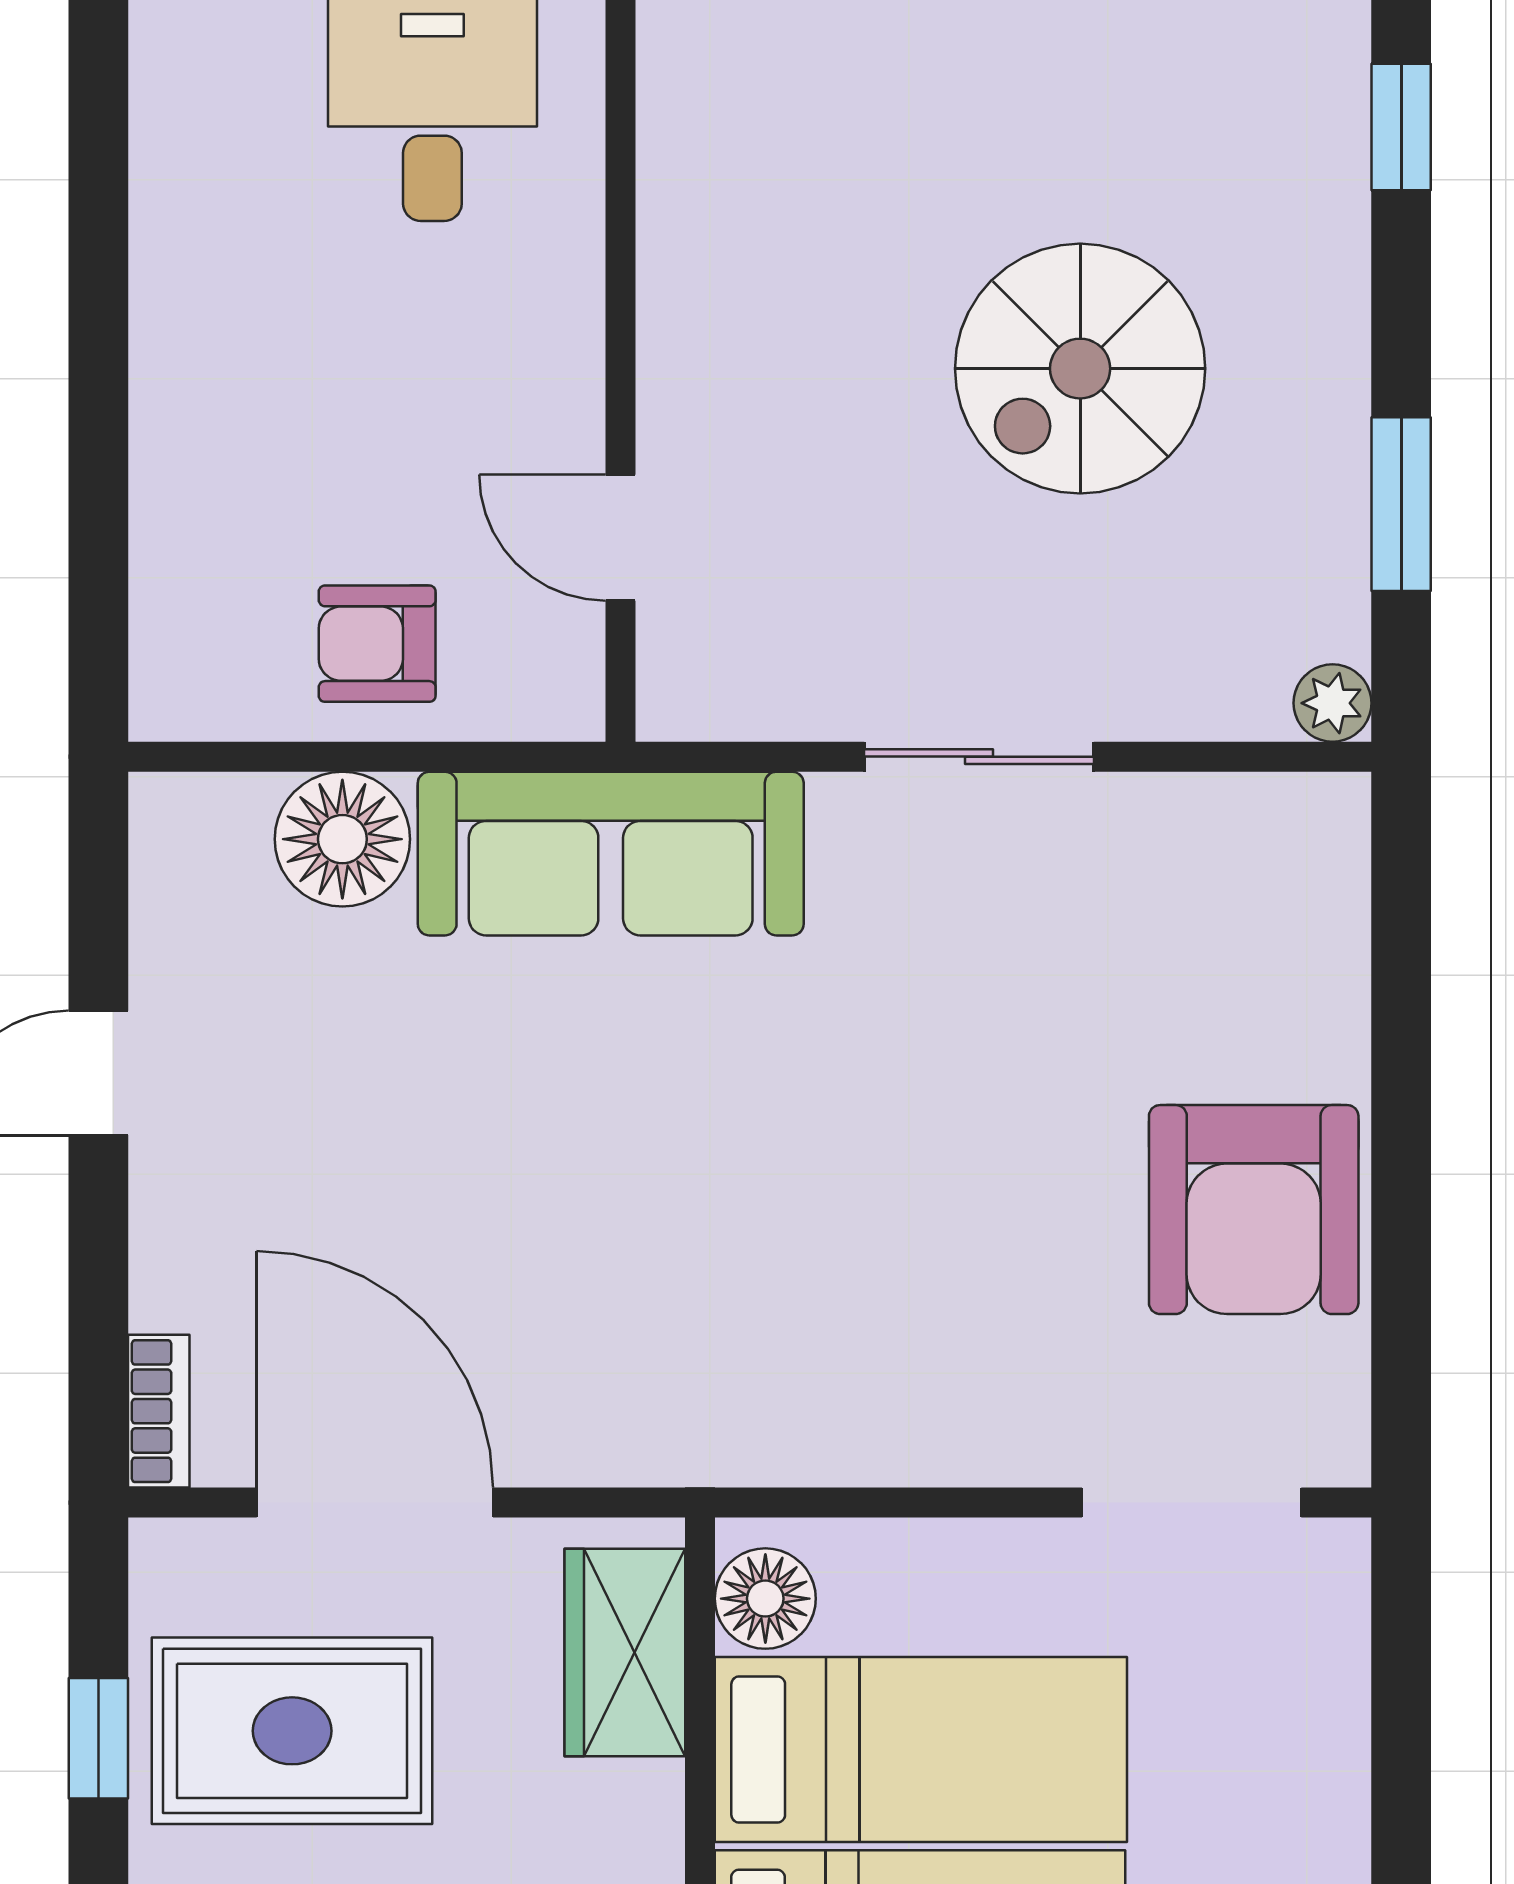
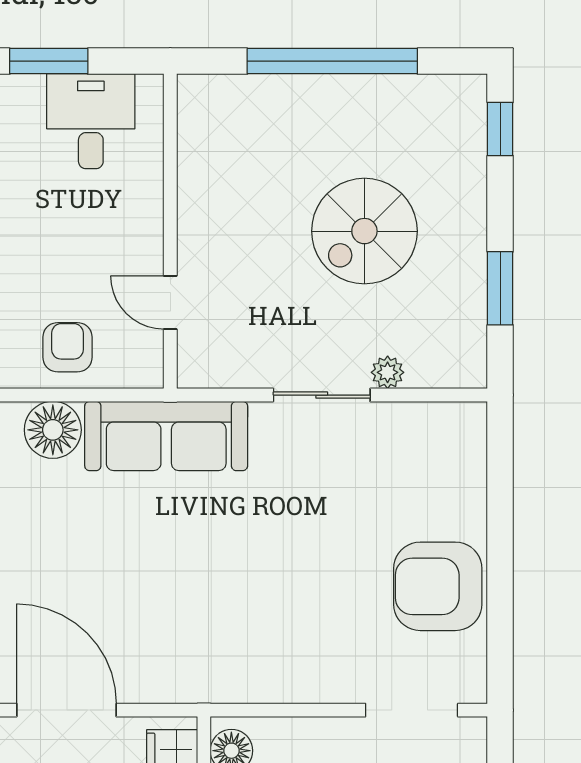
armchair: (377, 644) -> (67, 347), turned 90
plant: (1332, 703) -> (388, 372), moved
armchair: (1254, 1210) -> (438, 586), turned 90

